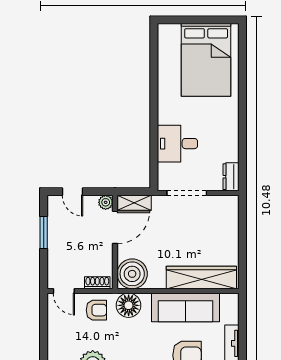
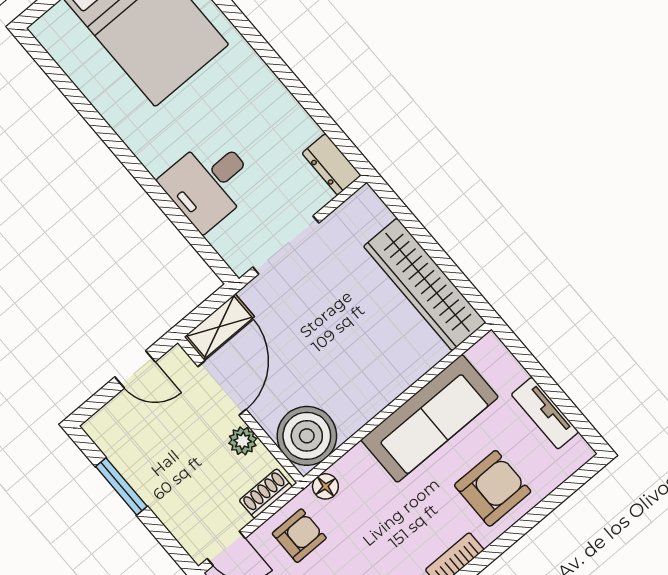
door: (73, 192) -> (135, 369), moved
plant: (106, 202) -> (243, 441), moved
wardrobe: (201, 278) -> (425, 284), moved, turned -90
floor lamp: (129, 305) -> (325, 486), width x0.53, depth x0.53

